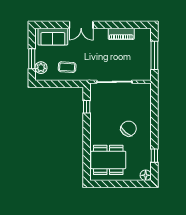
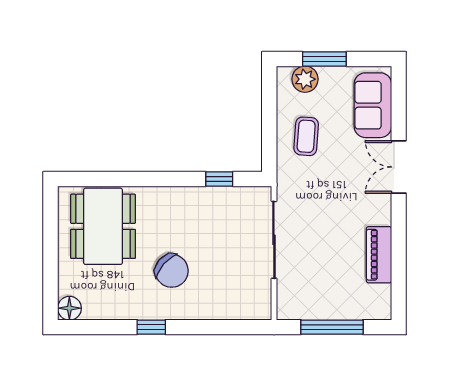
window: (154, 156) -> (151, 327), moved

